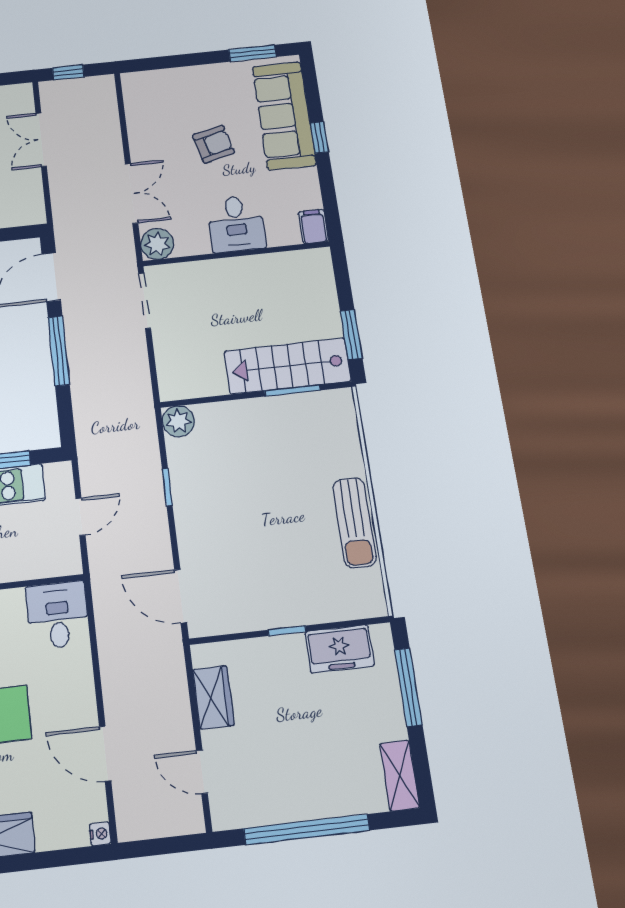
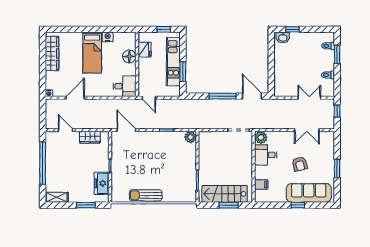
window: (252, 53) -> (337, 169), moved
double door: (132, 193) -> (307, 130), moved
desk: (236, 224) -> (266, 155), moved
filing cabinet: (313, 227) -> (261, 184), moved
window: (351, 335) -> (229, 205), moved
stairs: (288, 366) -> (225, 194), moved, turned -90
door: (80, 517) -> (149, 98), moved
door: (181, 596) -> (126, 130), hinge flipped
window: (408, 687) -> (86, 205), width x0.69
door: (202, 772) -> (65, 130), hinge flipped

